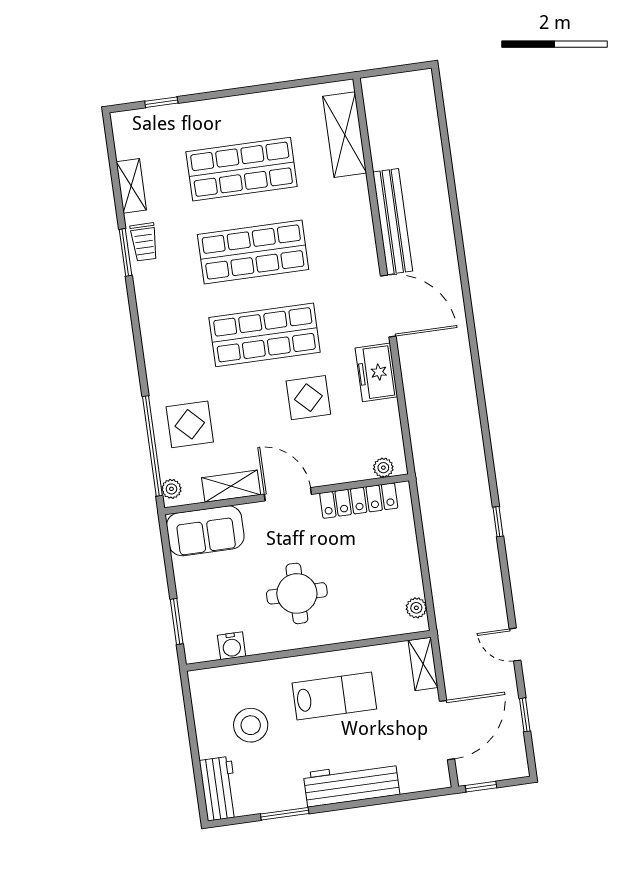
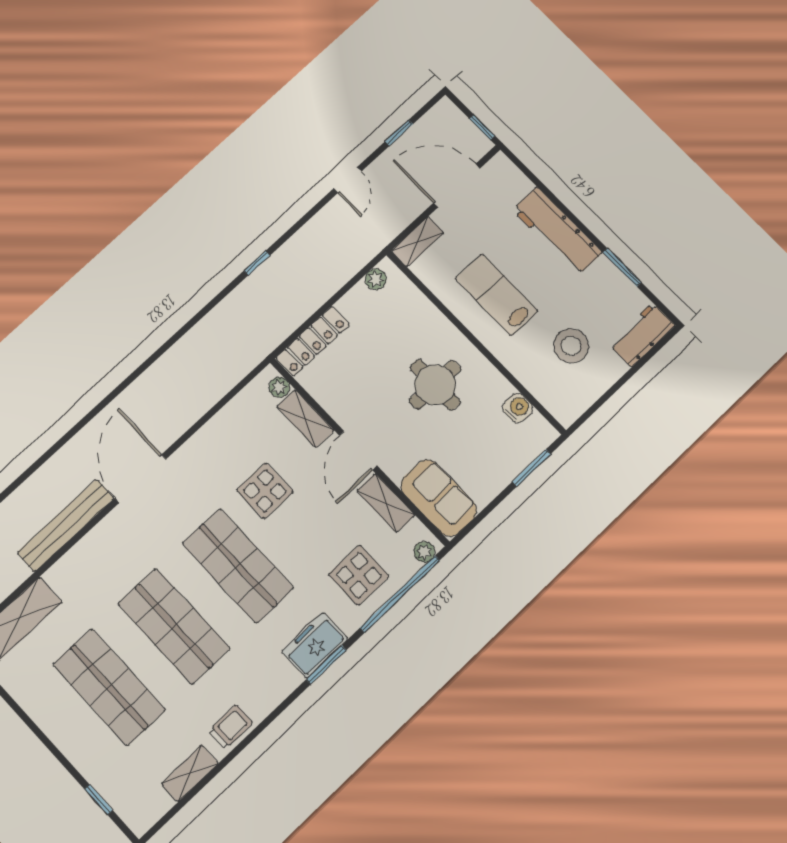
window: (125, 252) -> (326, 665), moved
freezer: (376, 372) -> (315, 645), moved, turned 180
shelving: (343, 471) -> (305, 419), added
locker: (359, 501) -> (313, 341), moved, turned 90

